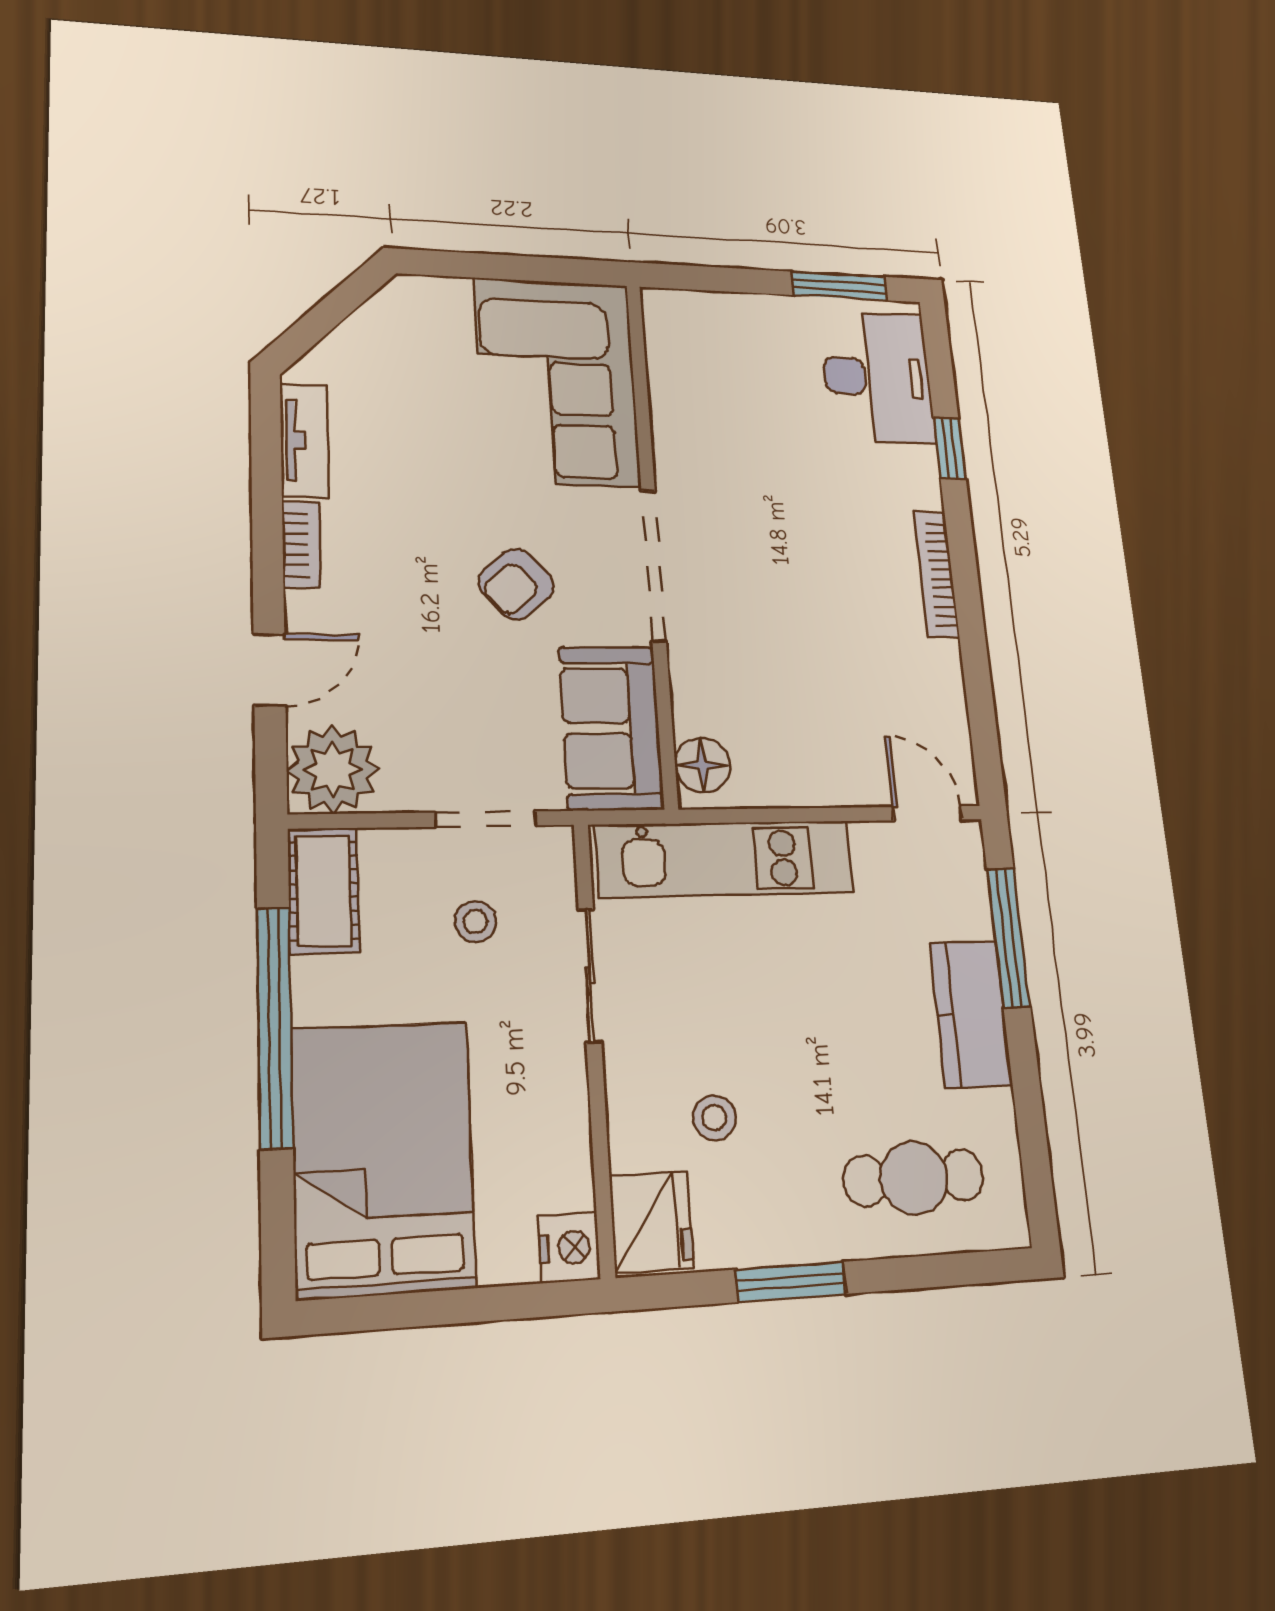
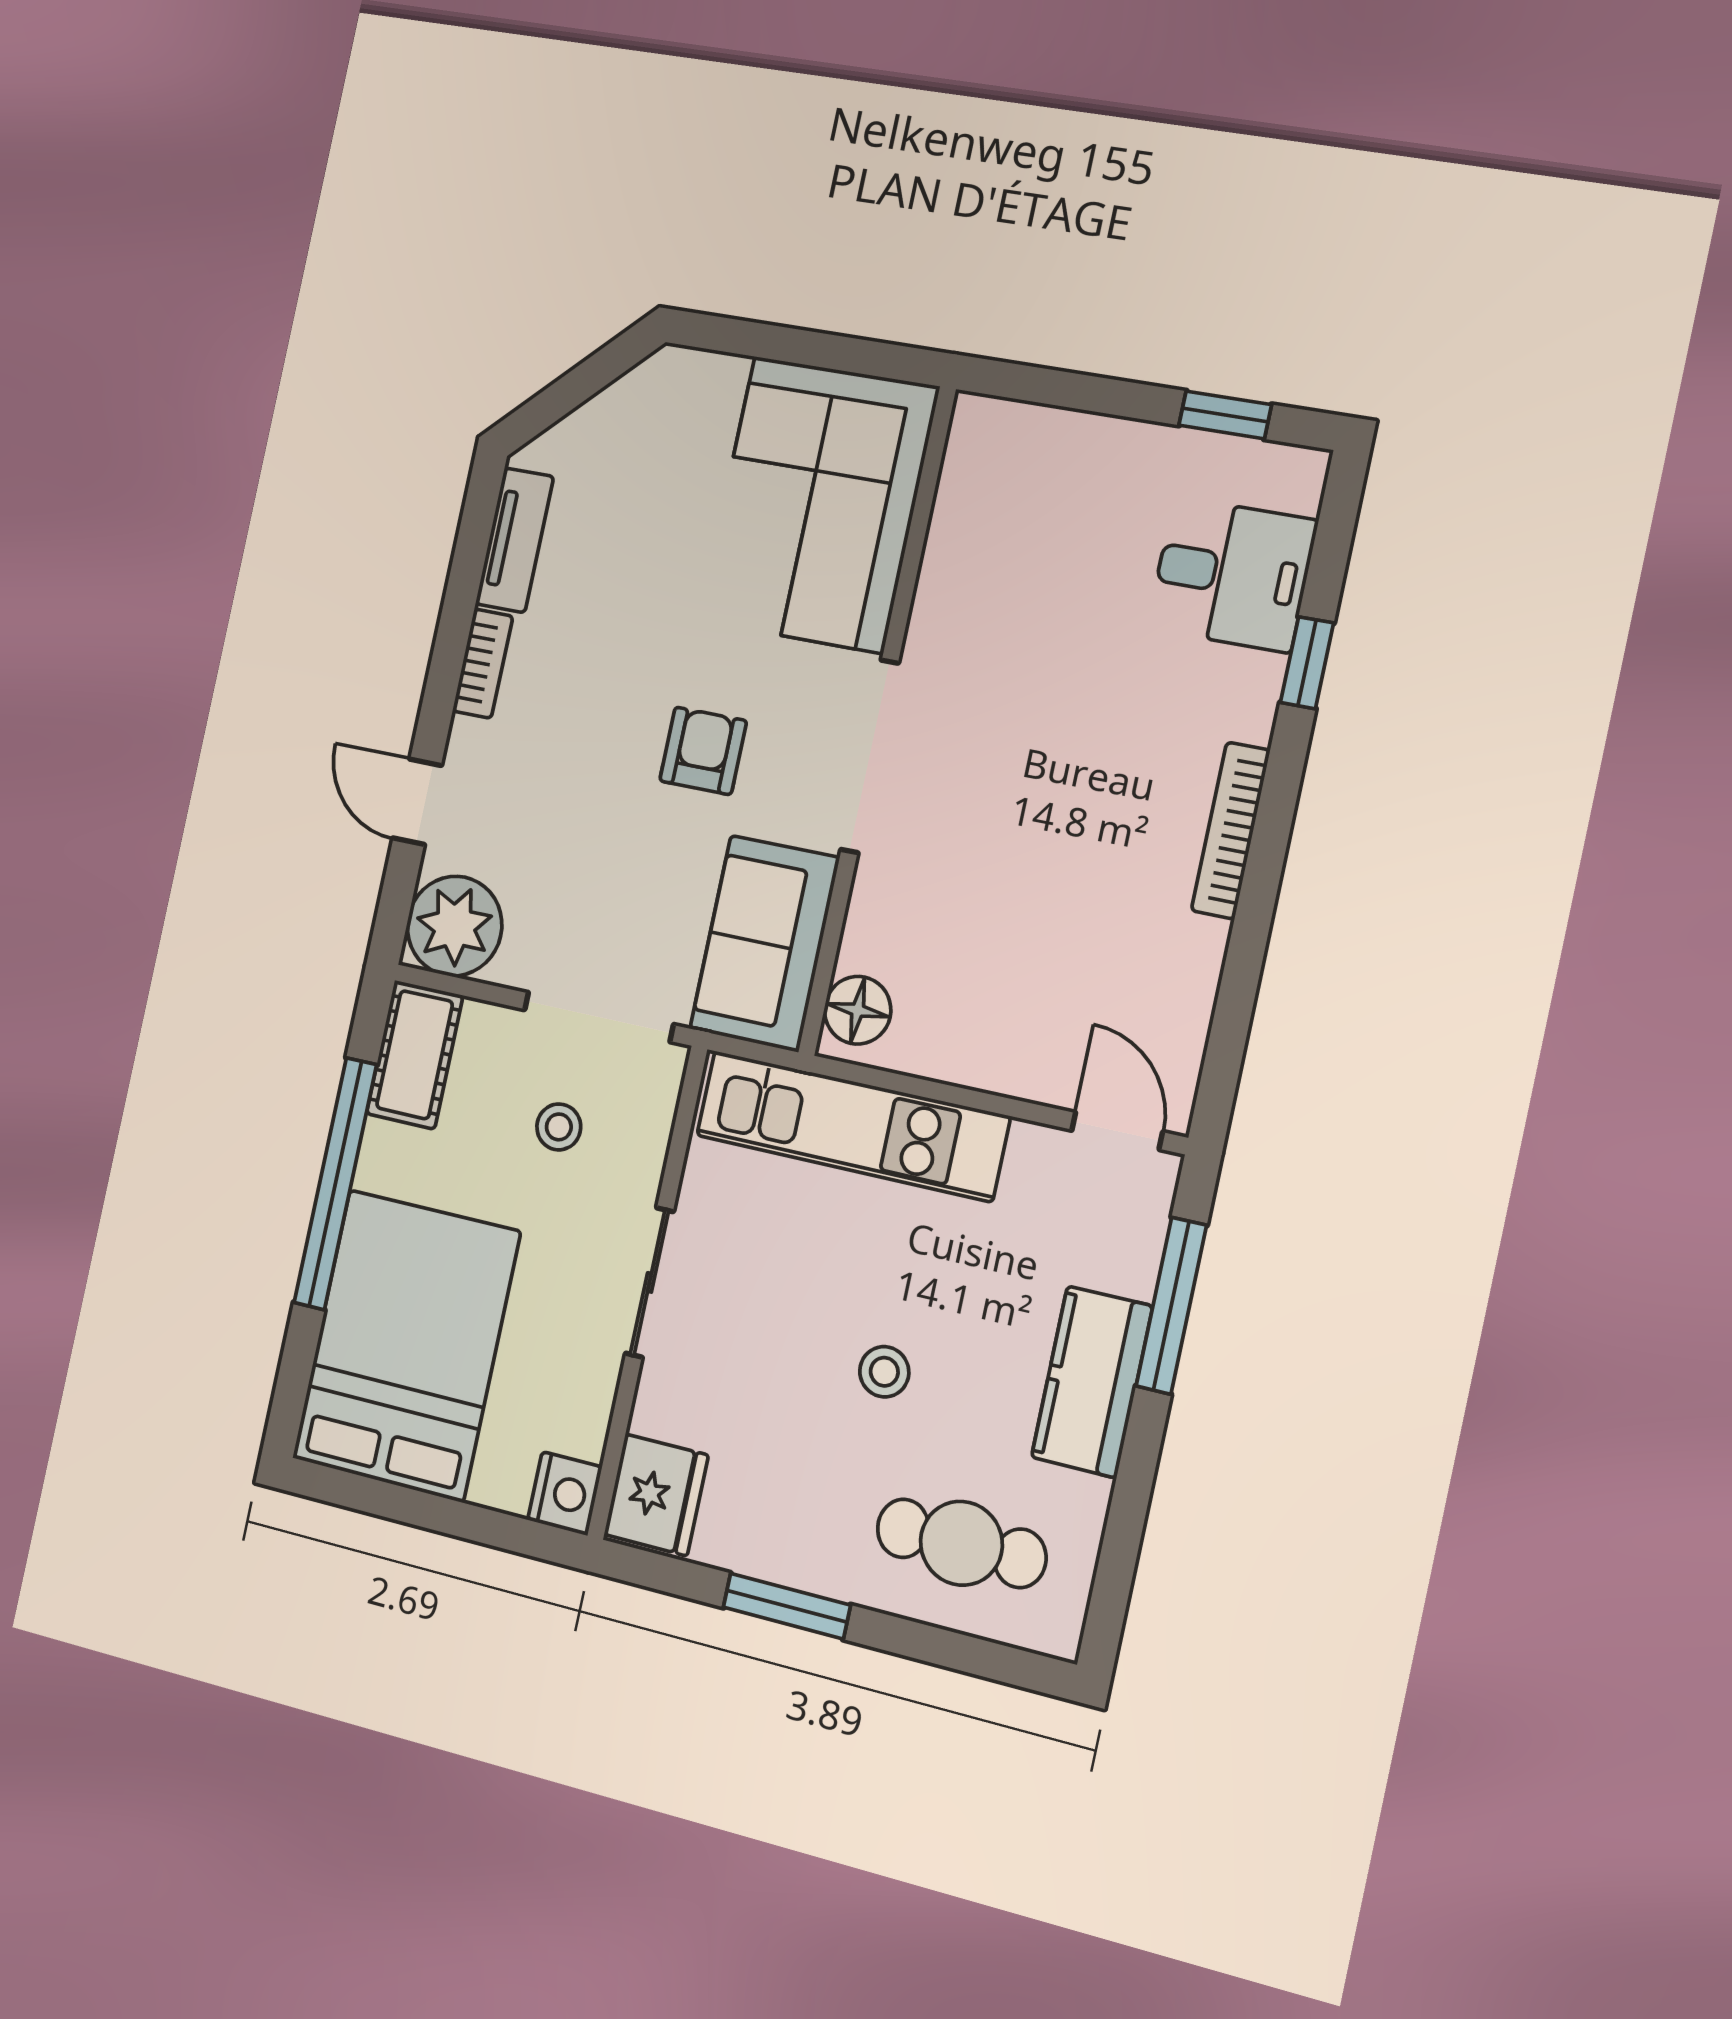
window: (839, 286) -> (1225, 415), width x0.67
desk: (877, 377) -> (1232, 574), width x0.73
armchair: (516, 584) -> (703, 751), turned 132
door: (269, 670) -> (417, 802), swing flipped
doorway: (486, 819) -> (599, 1017), width x1.38
sliding door: (590, 975) -> (649, 1282), moved
stool: (714, 1118) -> (884, 1372), moved

